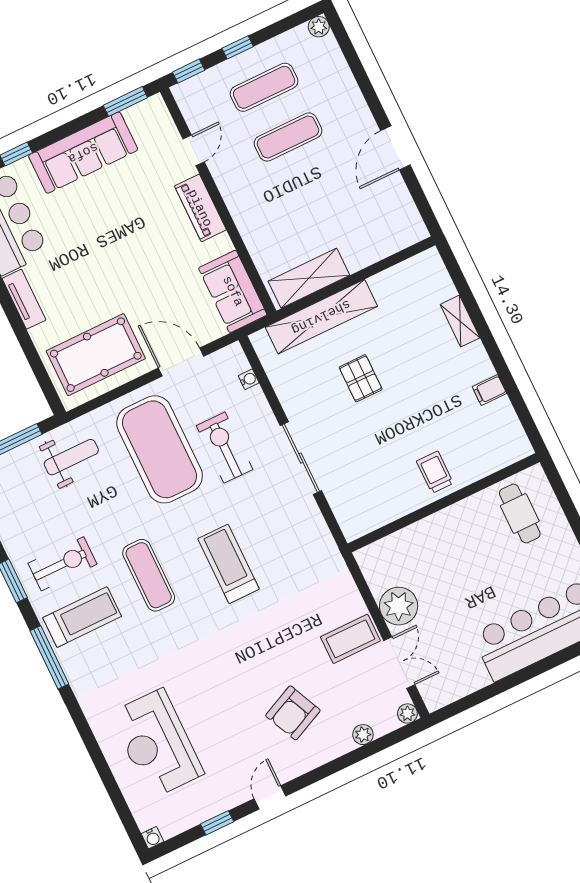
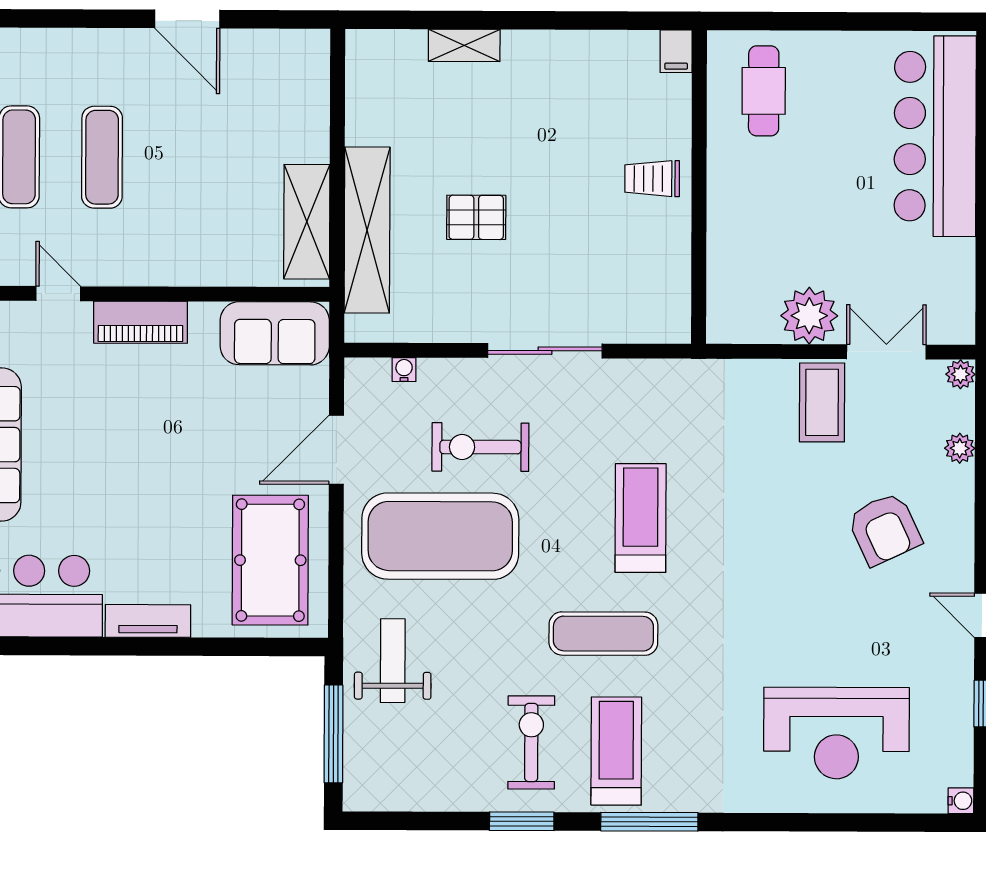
filing cabinet: (489, 390) -> (676, 51), moved
cafe table: (520, 514) -> (764, 91), turned 90
treadmill: (229, 564) -> (641, 518), turned 90

